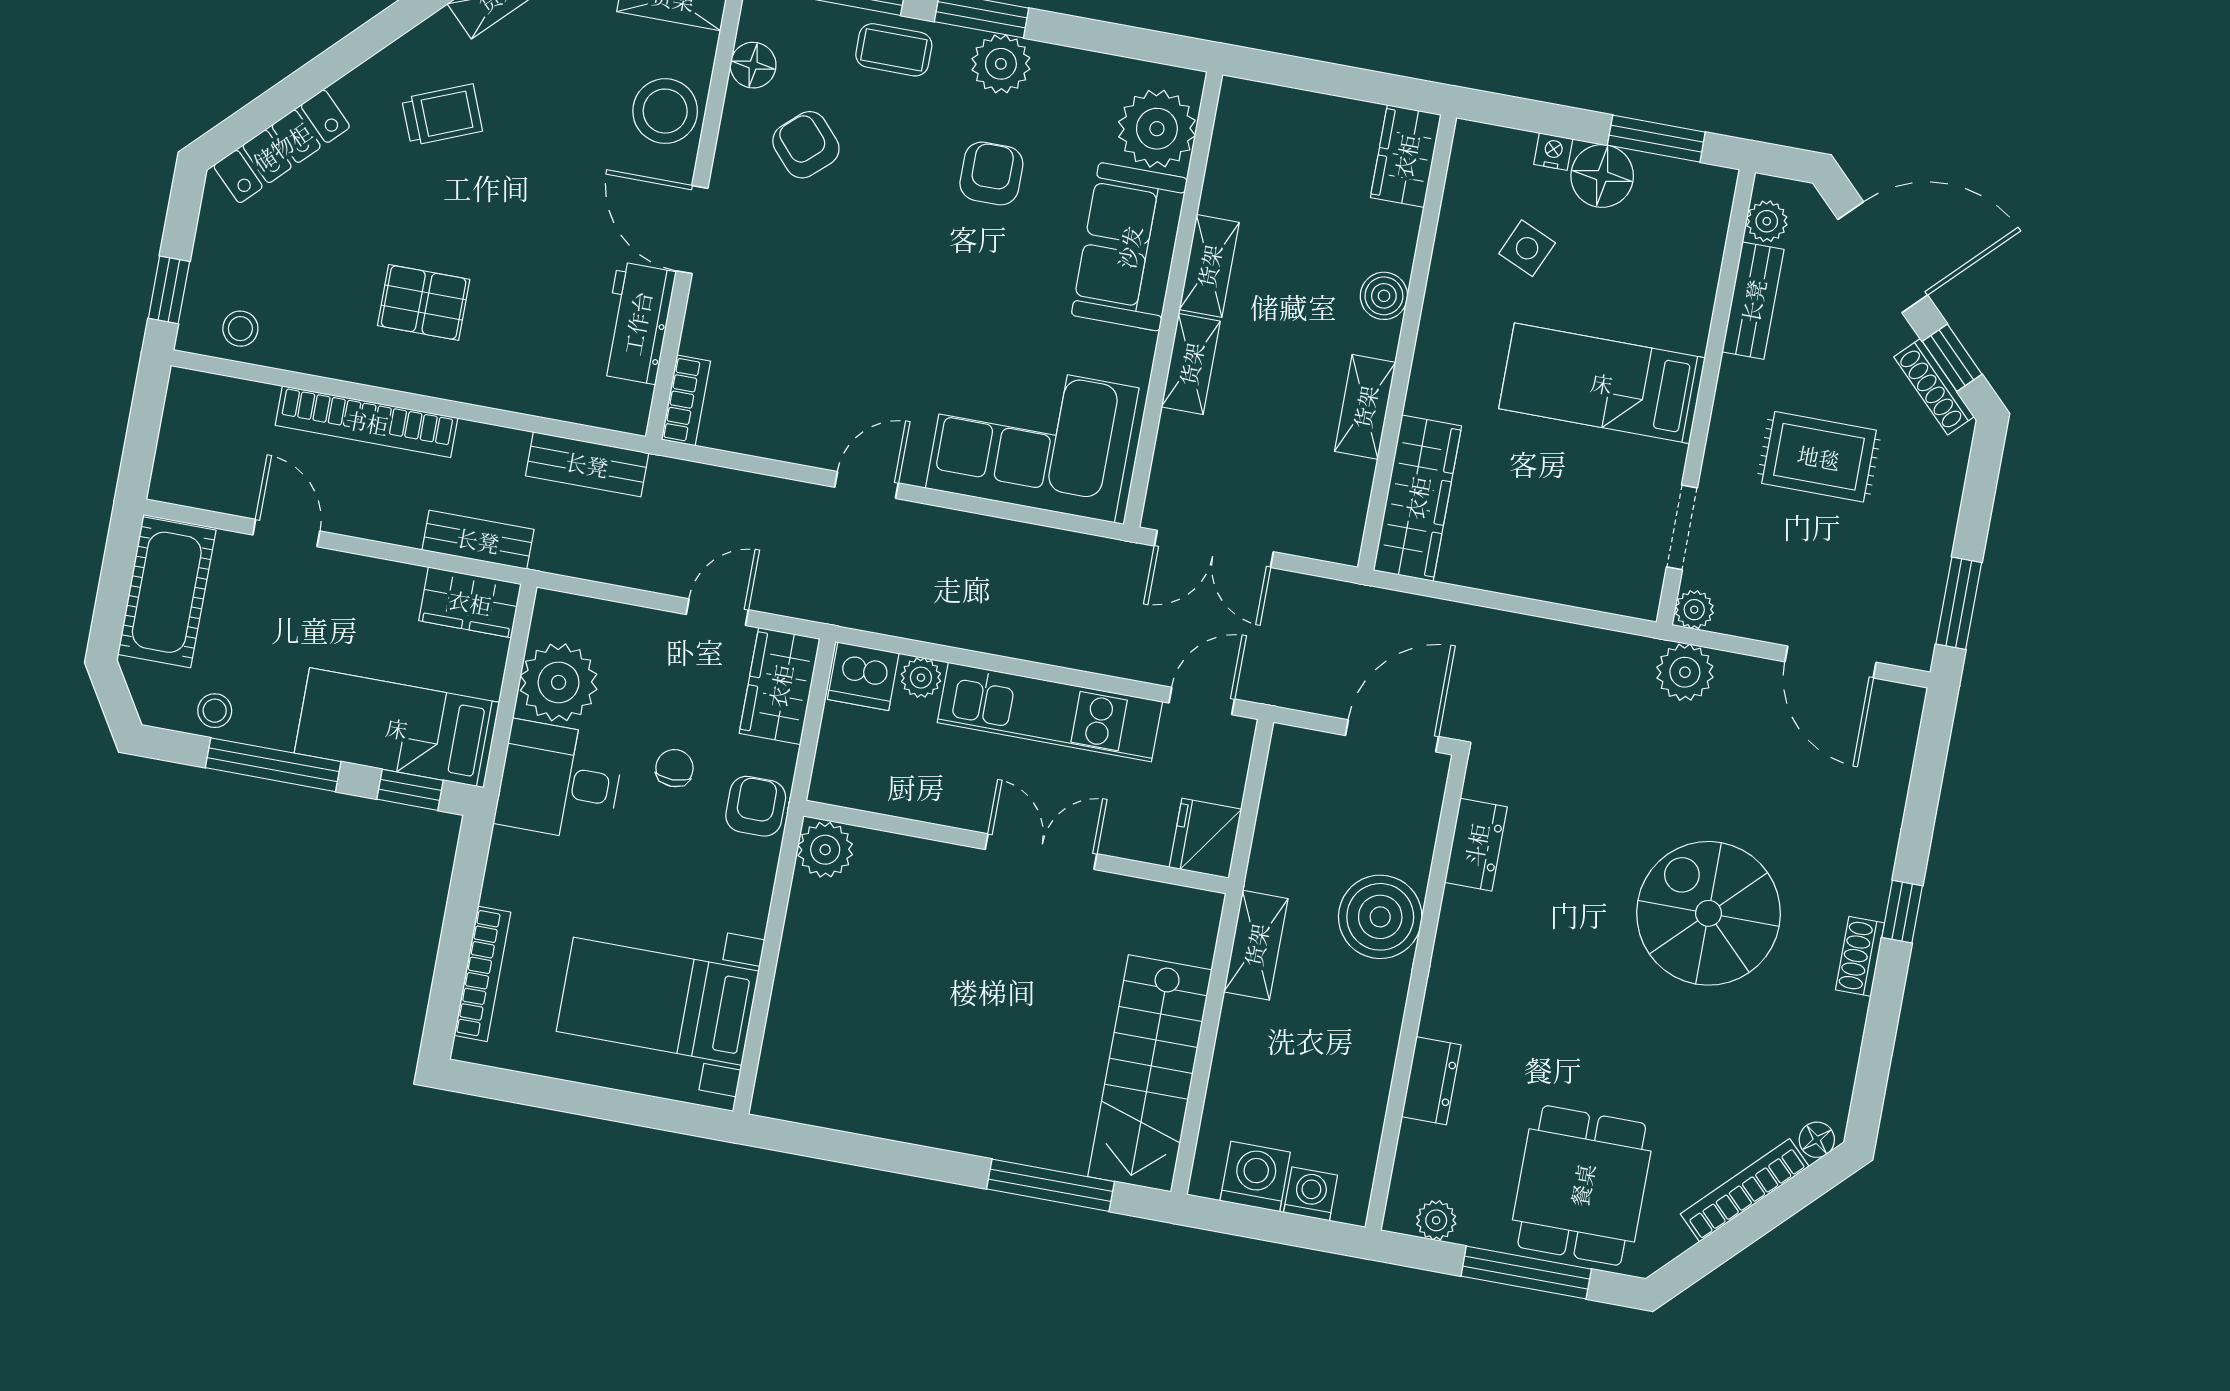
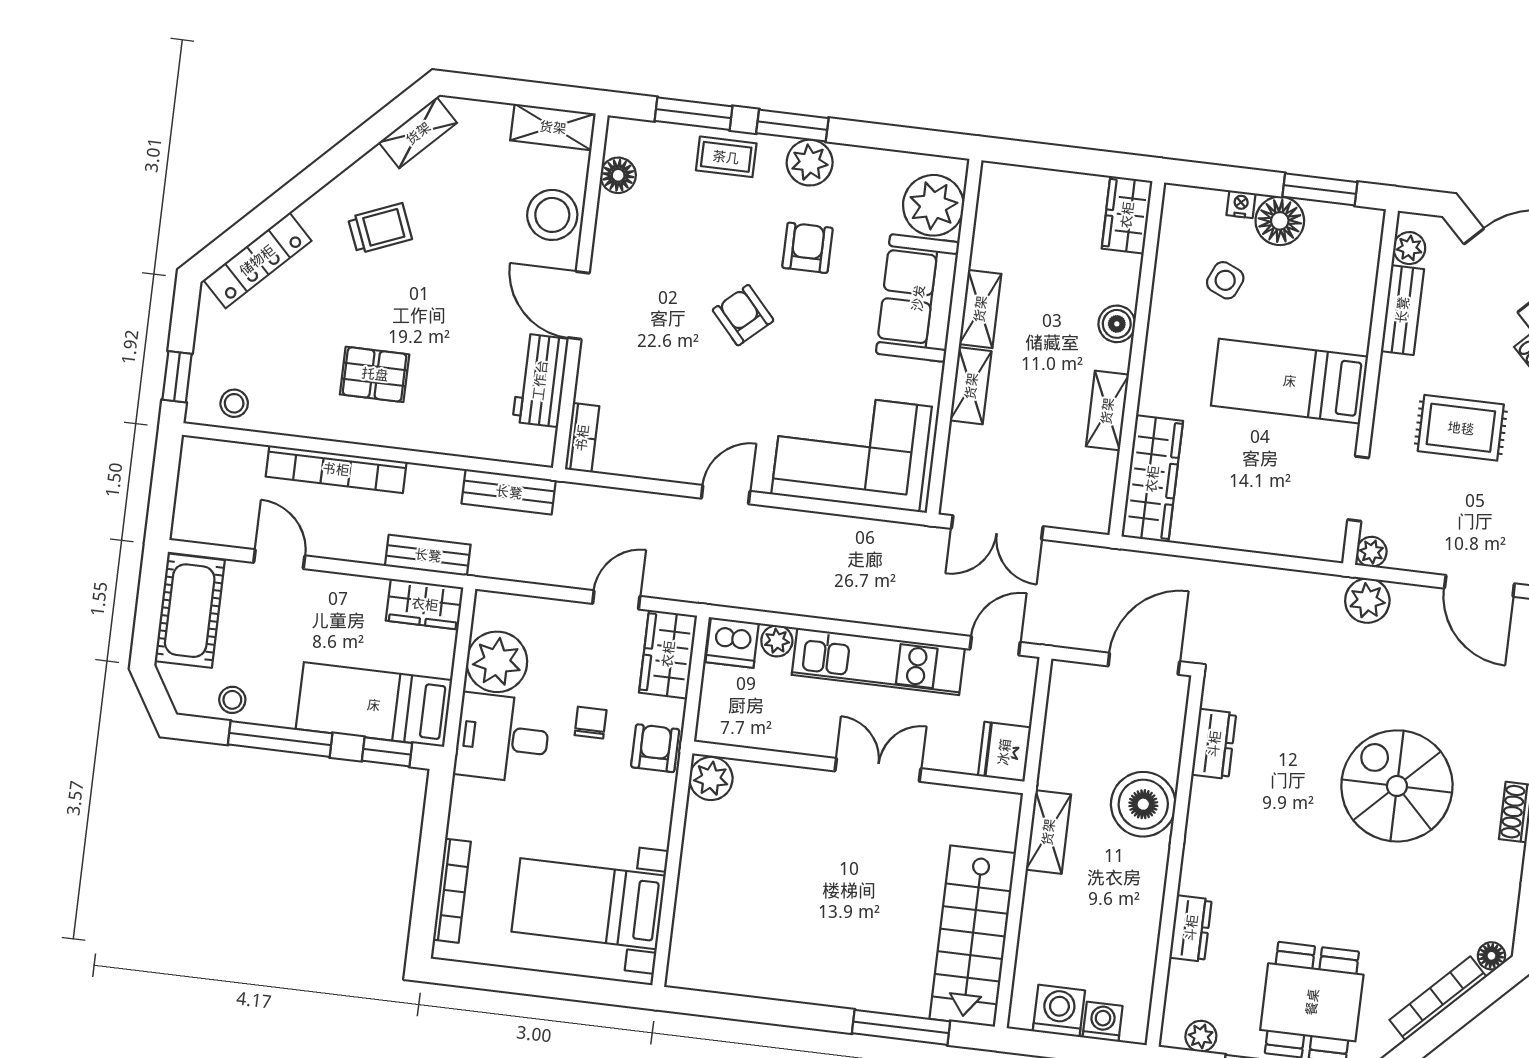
armchair: (806, 145) -> (743, 315), moved

